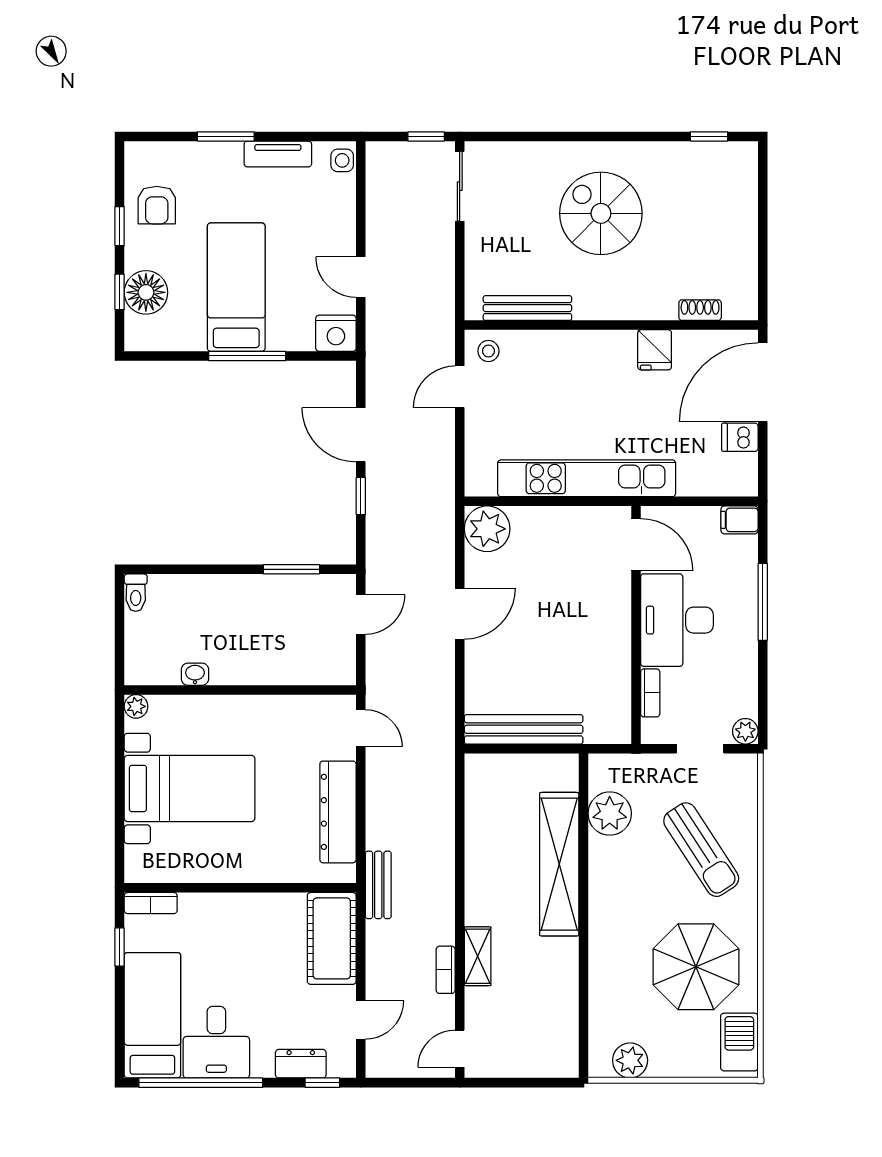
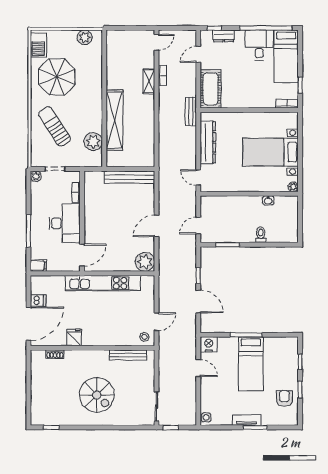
tv unit: (278, 154) -> (247, 420), moved
floor lamp: (146, 292) -> (289, 362), removed
door: (636, 545) -> (82, 255), swing flipped
toilet: (136, 593) -> (261, 235), moved

